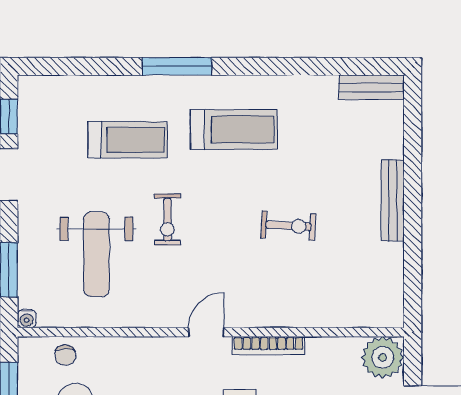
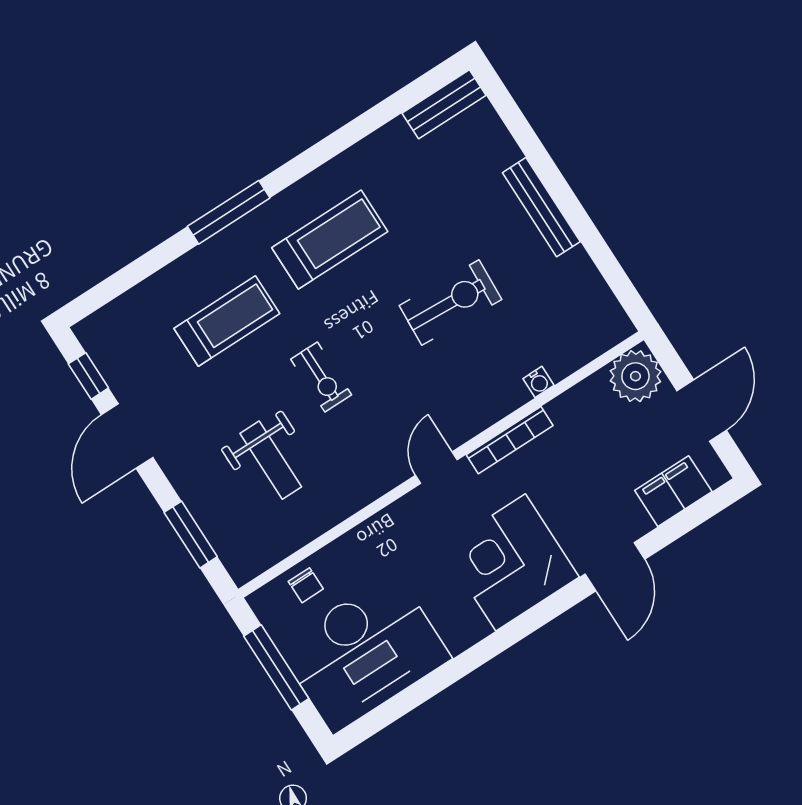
exercise bike: (289, 226) -> (450, 303), width x1.38, depth x1.39
weight bench: (96, 254) -> (271, 460), width x0.73, depth x0.75
water cooler: (27, 319) -> (538, 382), moved

